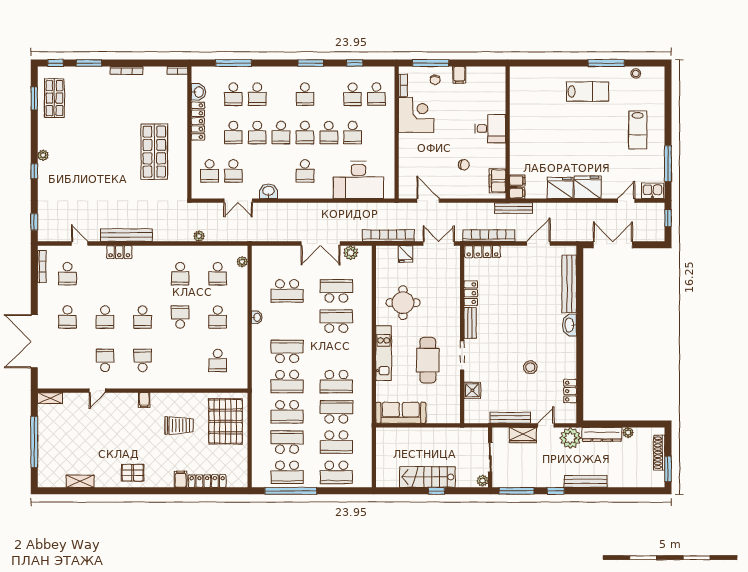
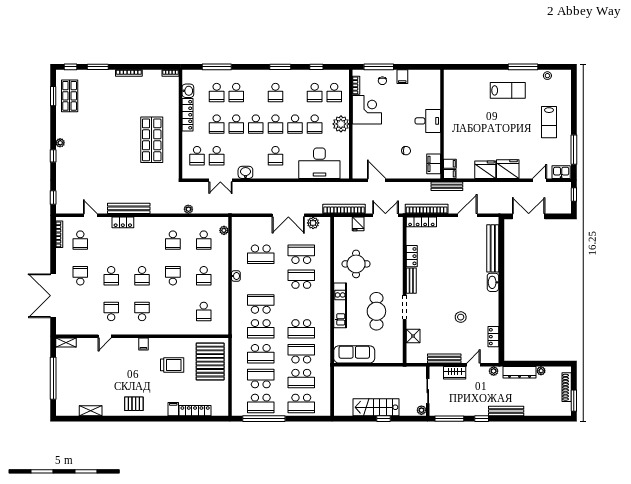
plant: (385, 132) -> (341, 124), added
school desk: (67, 317) -> (80, 276), turned 180
plant: (570, 438) -> (494, 371), width x0.53, depth x0.53

